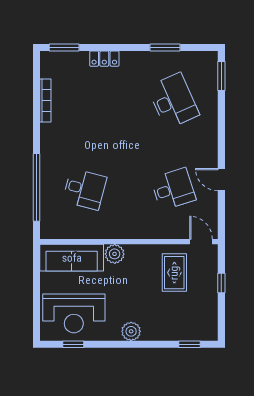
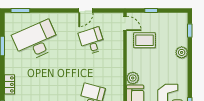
desk: (173, 101) -> (36, 41), width x1.36, depth x1.30
door: (201, 242) -> (125, 23), swing flipped
plant: (131, 331) -> (182, 52), moved

